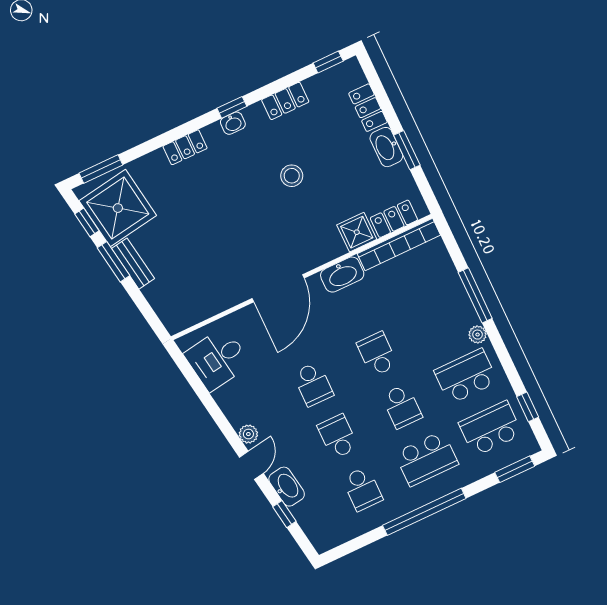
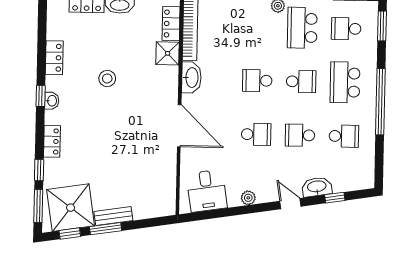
window: (328, 62) -> (39, 170), moved
school desk: (491, 429) -> (346, 29), width x0.54
plant: (248, 434) -> (248, 198), moved
school desk: (426, 459) -> (345, 82), turned 180

